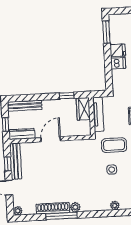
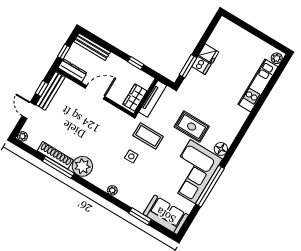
window: (106, 32) -> (188, 66), moved
wardrobe: (83, 109) -> (135, 98), moved
plant: (75, 207) -> (82, 166), width x1.88, depth x1.88

